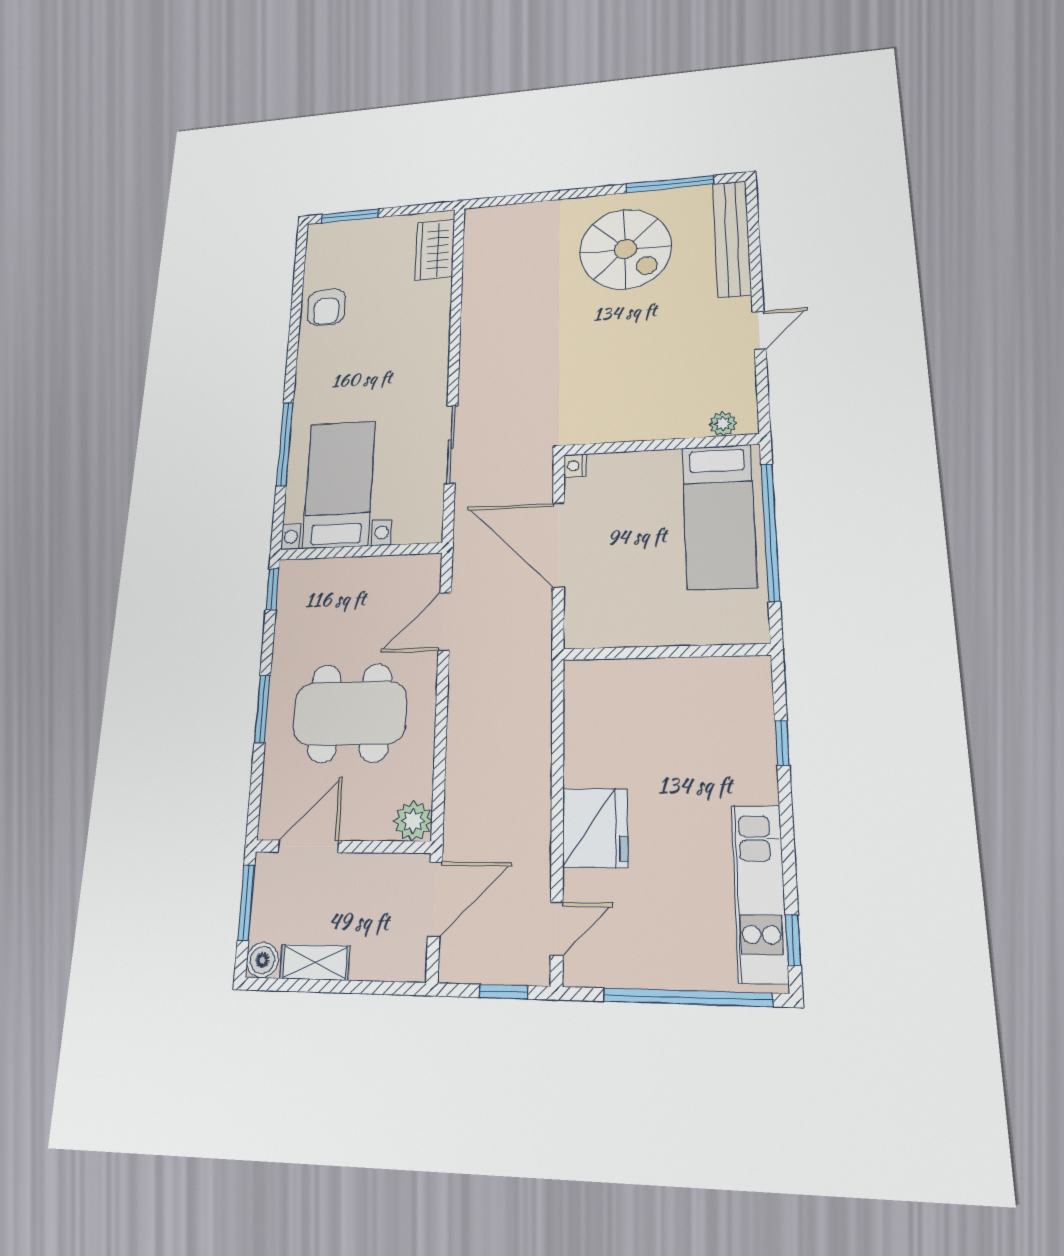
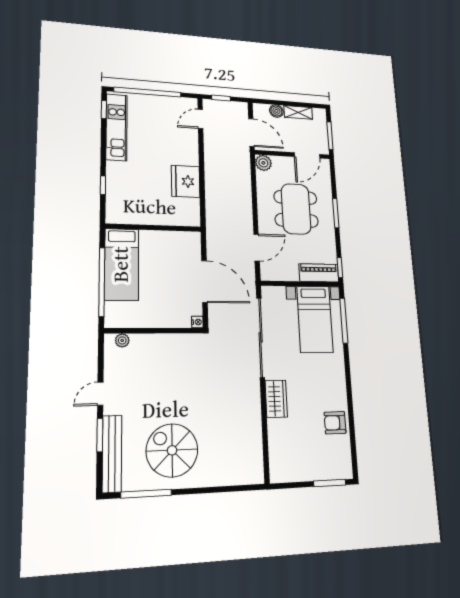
wardrobe: (435, 250) -> (276, 399), moved
window: (755, 265) -> (100, 435), added
armchair: (326, 307) -> (335, 423), turned -90
window: (285, 444) -> (344, 320), moved
sliding door: (451, 444) -> (261, 337), width x1.86
bed: (719, 516) -> (122, 264), moved, turned 180
piano: (318, 576) -> (319, 273), added
dining table: (350, 713) -> (296, 209), turned 90
fridge: (595, 828) -> (186, 181), moved
door: (435, 899) -> (251, 133), swing flipped
boiler: (262, 960) -> (276, 111), moved

